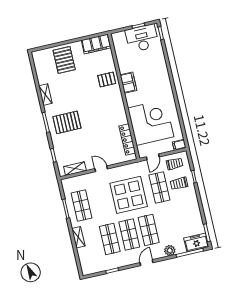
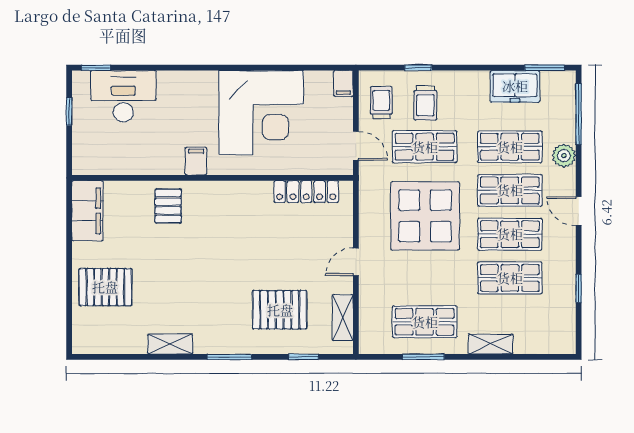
desk: (142, 38) -> (123, 96), moved, turned 90
filing cabinet: (128, 83) -> (196, 161), width x0.50
pallet: (67, 122) -> (280, 310), moved, turned 90
corner desk: (151, 122) -> (261, 113), moved, turned 180
shop shelf: (168, 225) -> (510, 147), added
freezer: (196, 242) -> (515, 86), moved, turned -90

